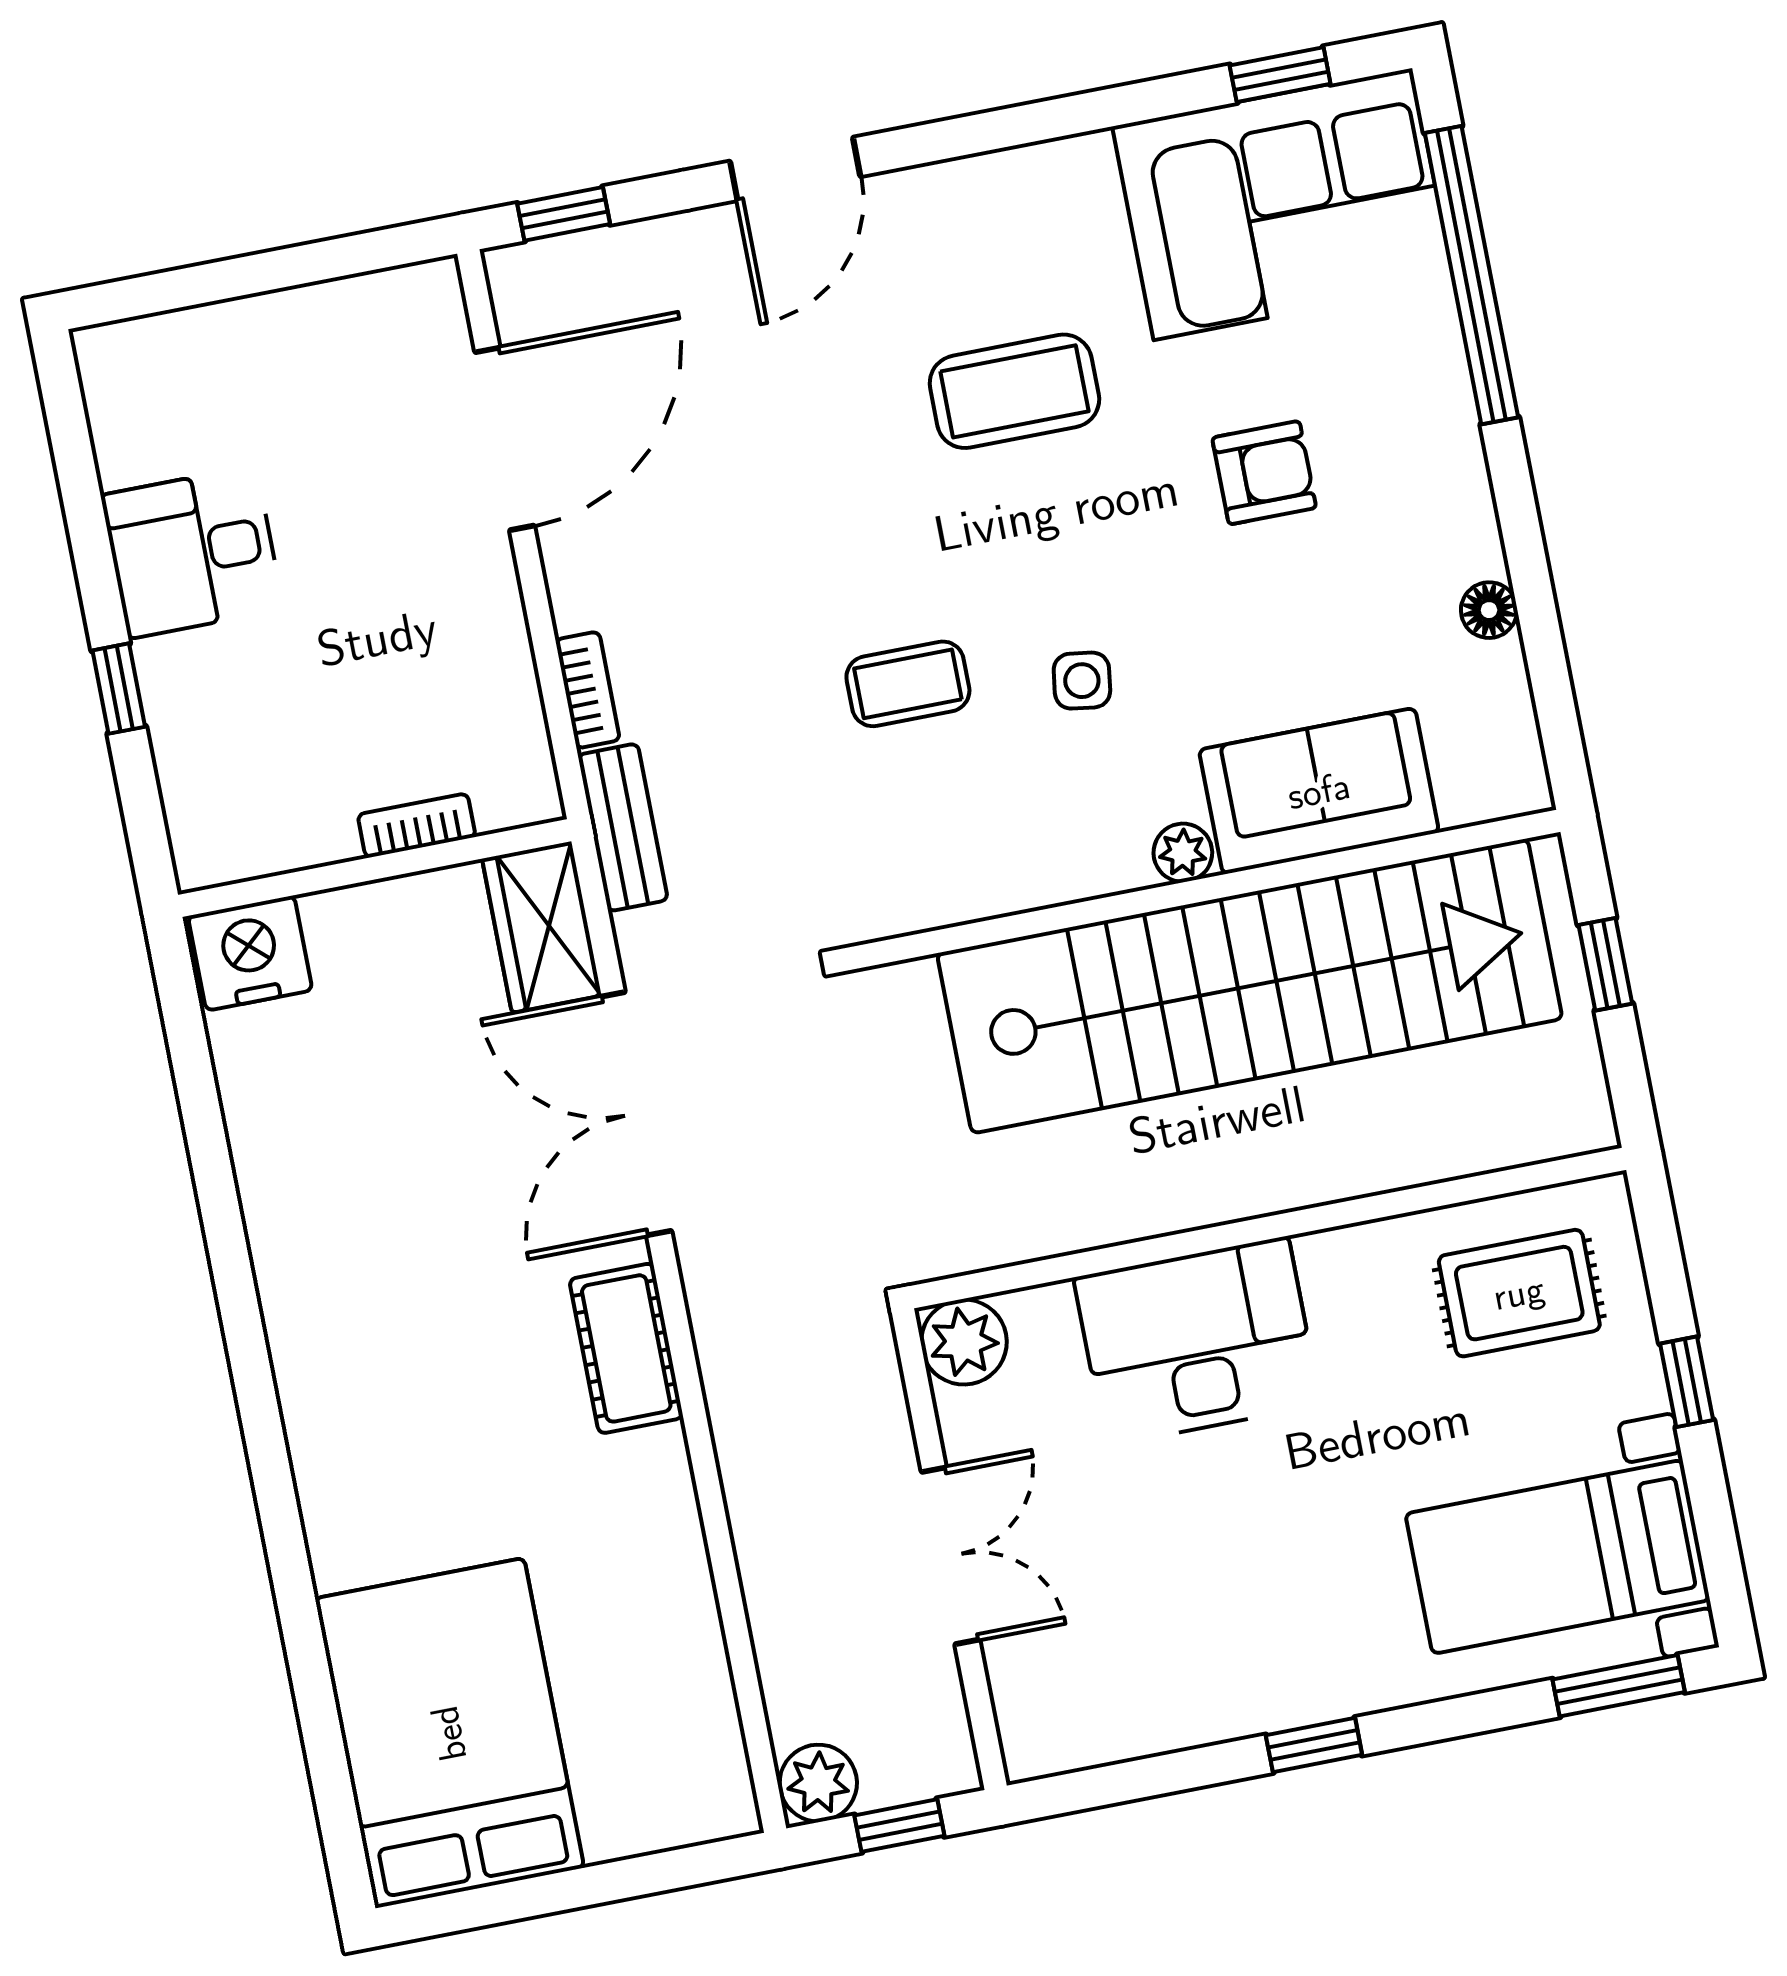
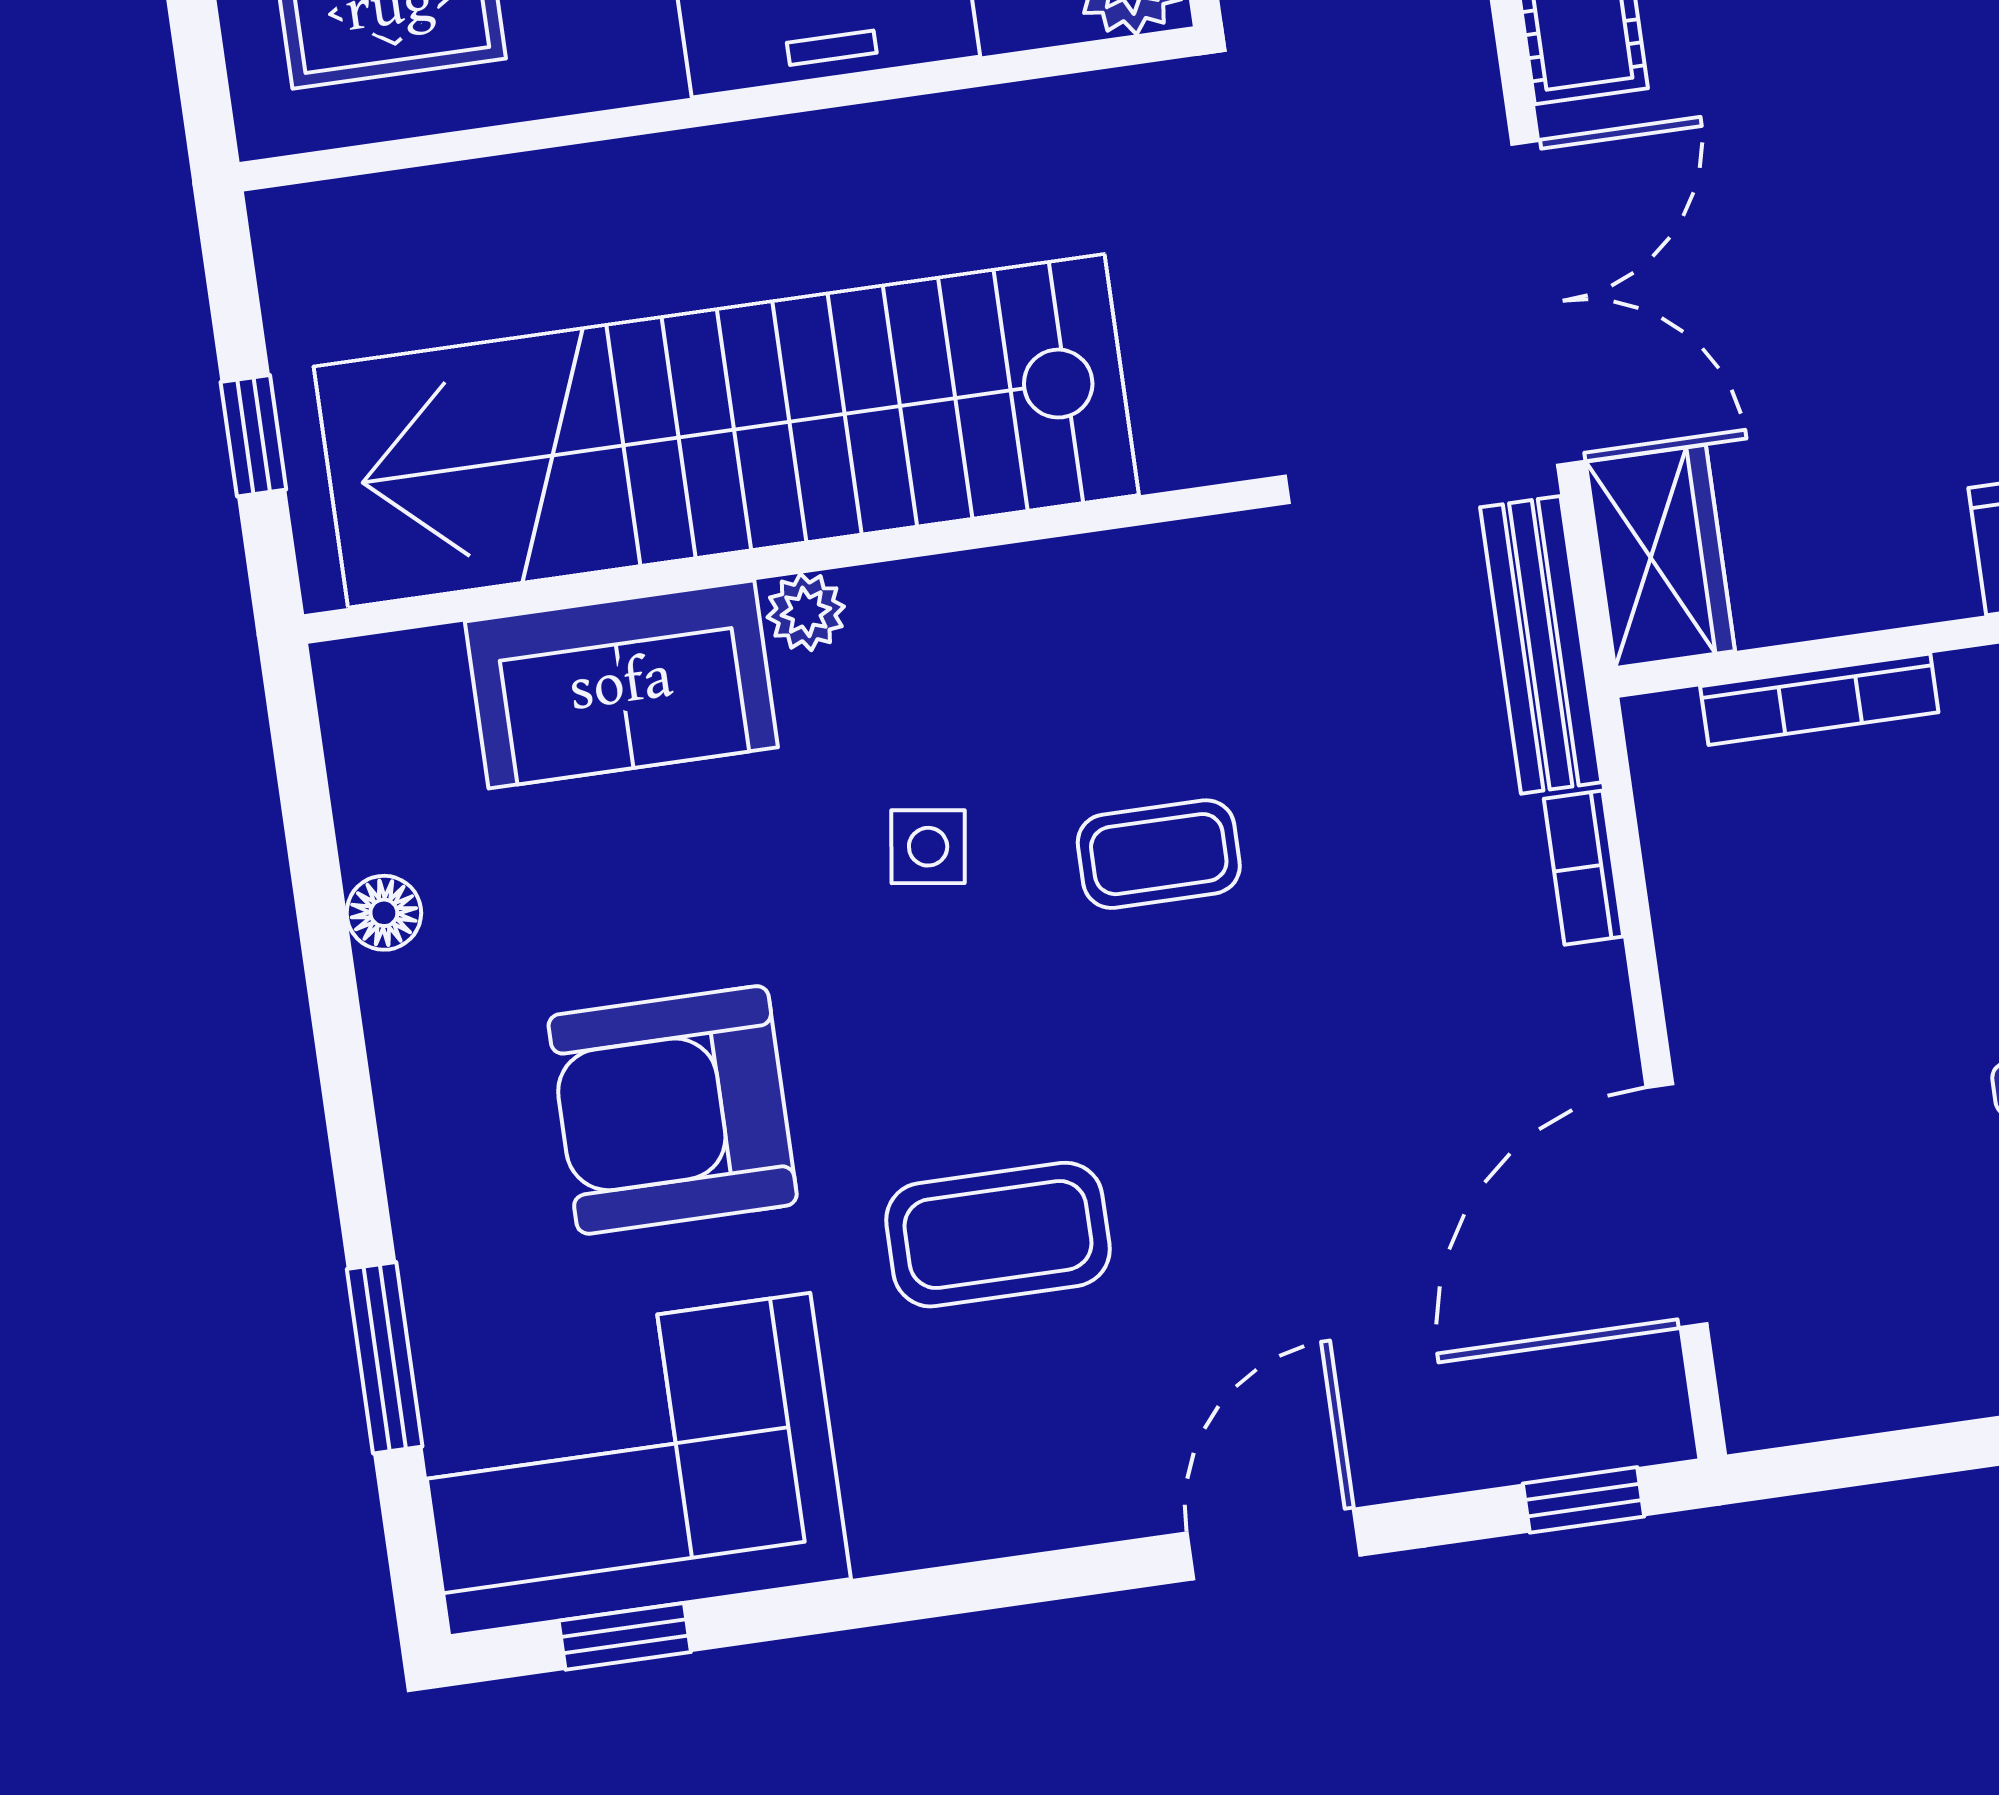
window: (1471, 275) -> (385, 1358), width x0.47
armchair: (1264, 473) -> (673, 1110), width x1.88, depth x1.88
bookcase: (417, 826) -> (1819, 699), width x1.56
bench: (623, 827) -> (1541, 645), width x1.36

